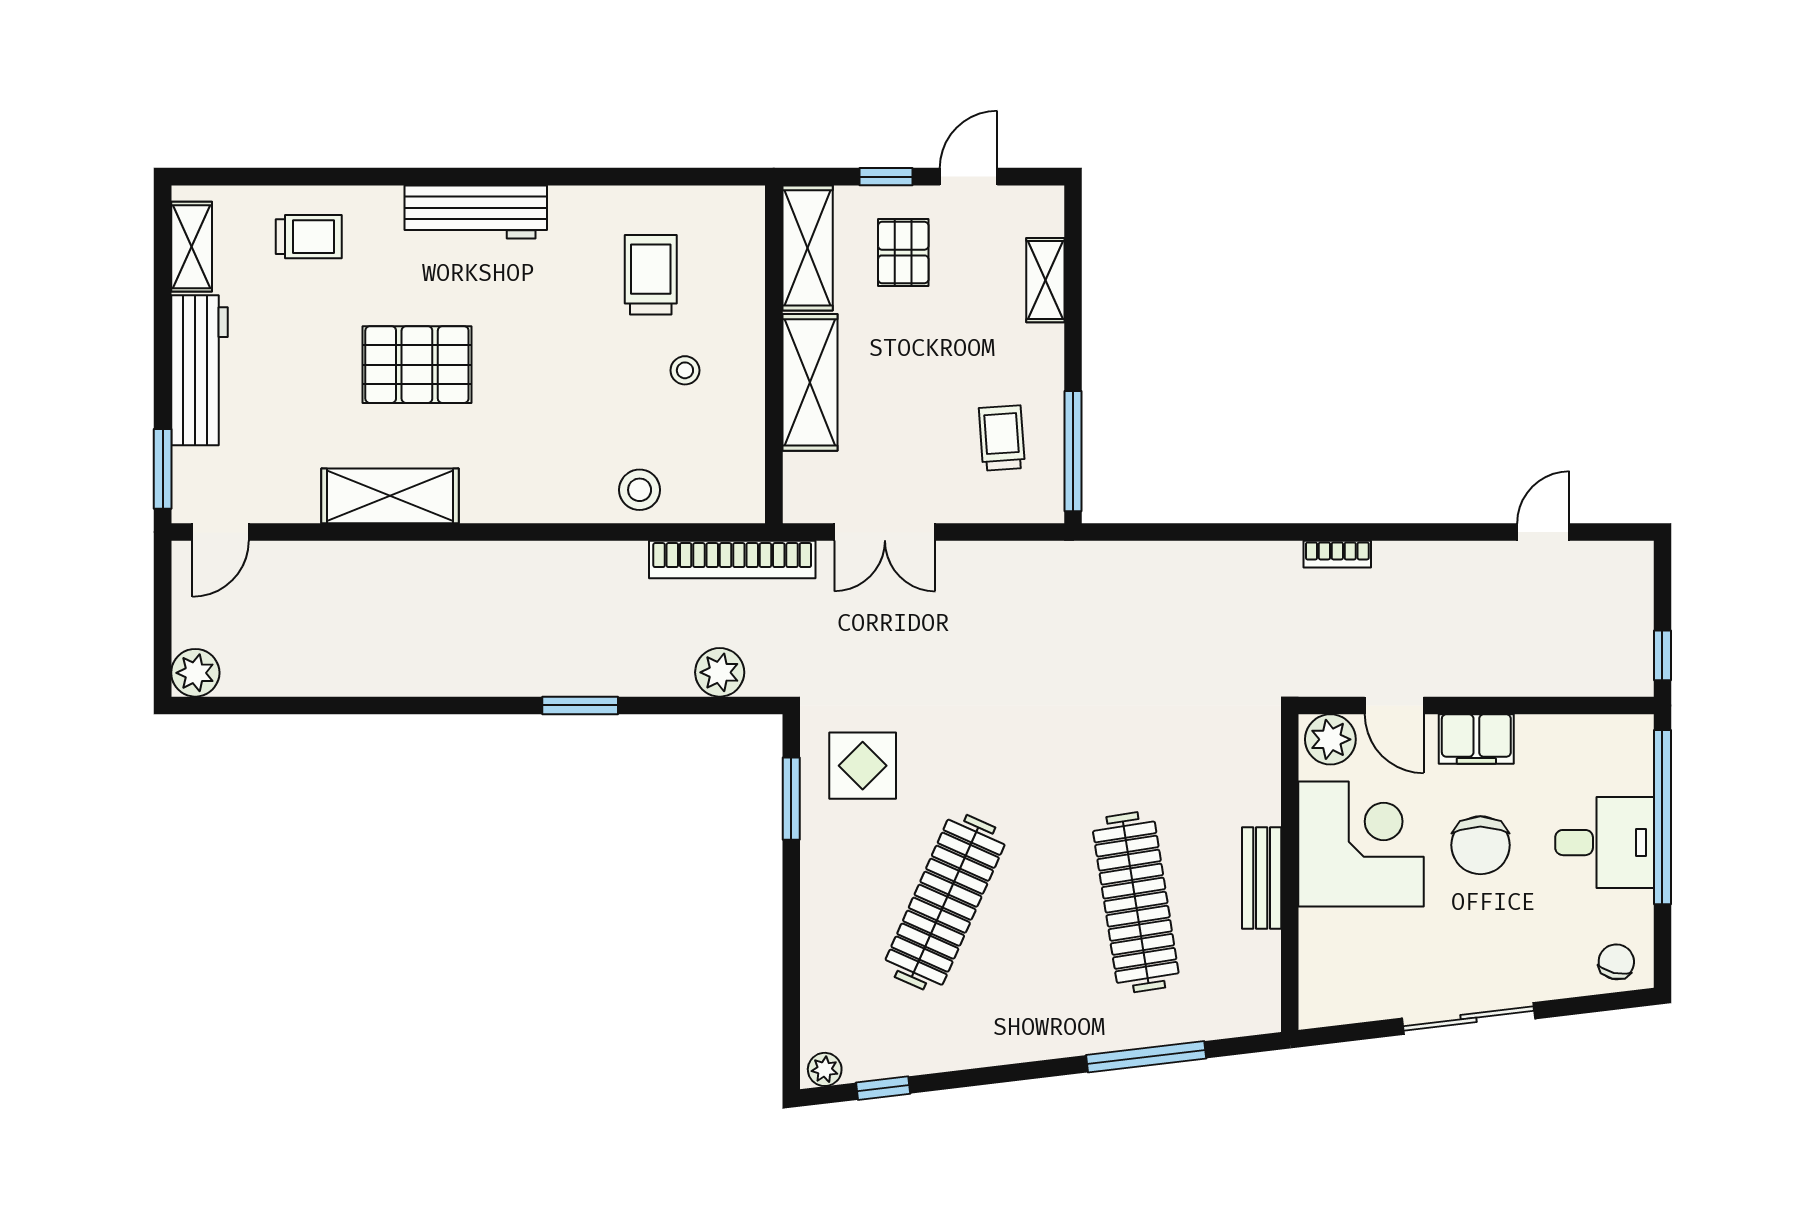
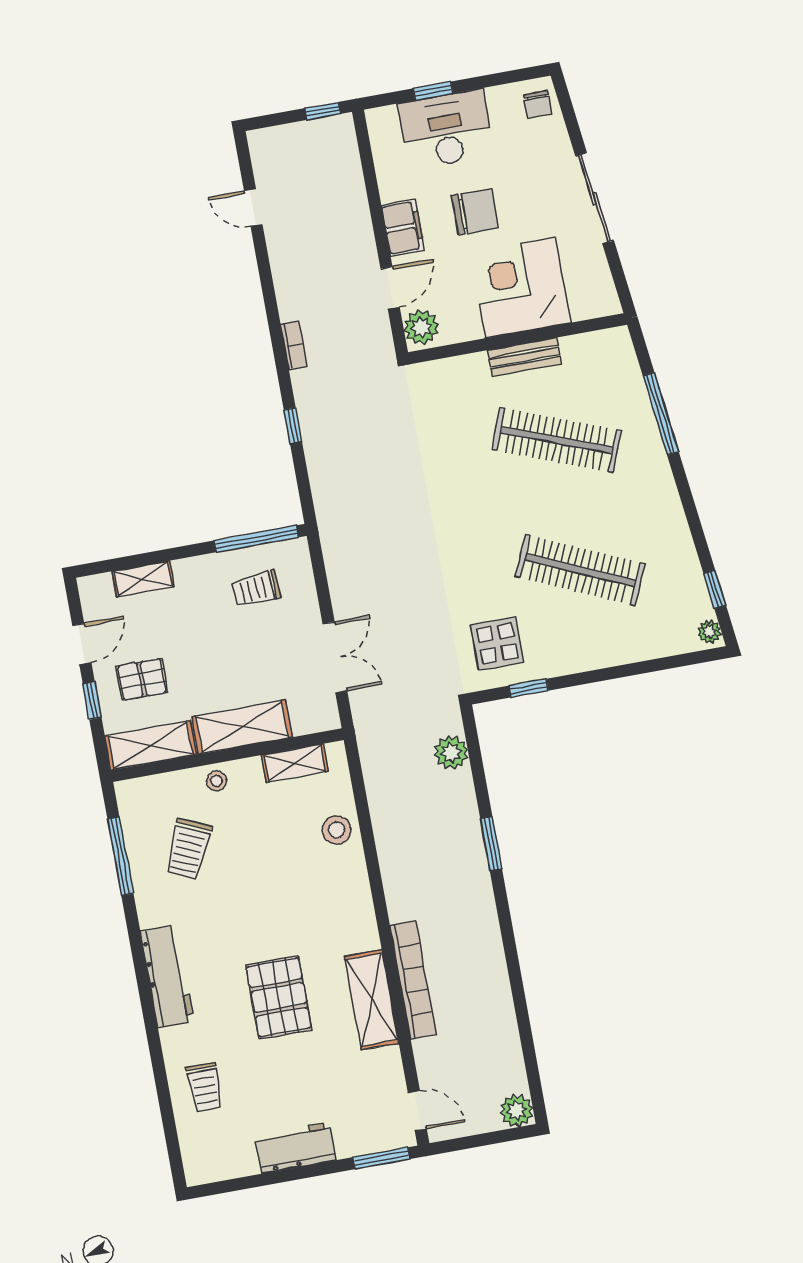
window: (658, 177) -> (120, 856), added
door: (969, 177) -> (82, 644), swing flipped
trolley: (309, 237) -> (205, 1087), turned 180
shelving: (192, 247) -> (295, 763), moved
trolley: (651, 275) -> (188, 849), turned -66
workbench: (200, 370) -> (295, 1148), width x0.73
stool: (685, 370) -> (217, 781), moved
window: (1224, 532) -> (293, 426), added
bookcase: (732, 560) -> (413, 980), moved
window: (791, 799) -> (529, 688), width x0.67
window: (1662, 817) -> (433, 91), width x0.32
desk: (1605, 843) -> (446, 129), width x1.37
corner desk: (1361, 844) -> (520, 288), moved
clothes rail: (1136, 902) -> (557, 440), turned 30
chair: (1616, 962) -> (538, 104), turned -103

